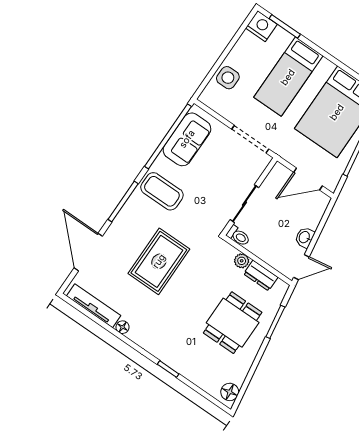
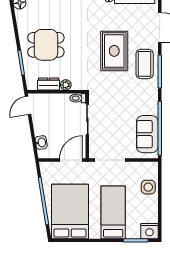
door: (308, 179) -> (71, 160), moved
coffee table: (162, 191) -> (145, 64), moved, turned 90
washbasin: (305, 237) -> (41, 143), moved
dining table: (233, 323) -> (46, 45), turned 90

